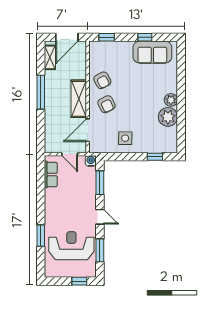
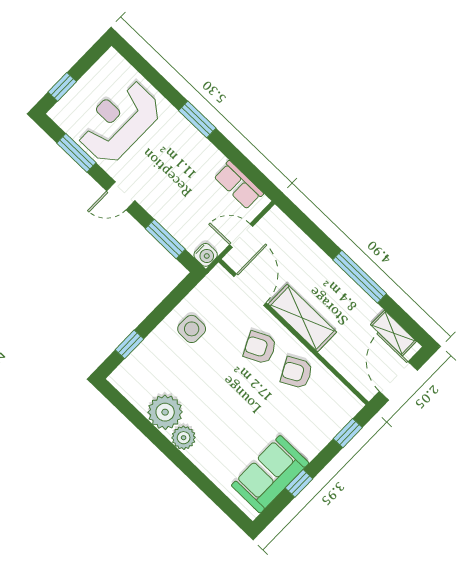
window: (41, 236) -> (197, 119), moved
reception desk: (71, 246) -> (119, 122), turned 180

